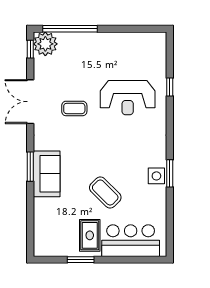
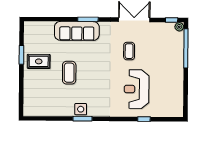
plant: (45, 44) -> (179, 27), width x0.53, depth x0.53
sofa: (47, 174) -> (77, 31), width x1.36
coffee table: (105, 193) -> (69, 73), turned -45
bar counter: (131, 241) -> (35, 90), removed

